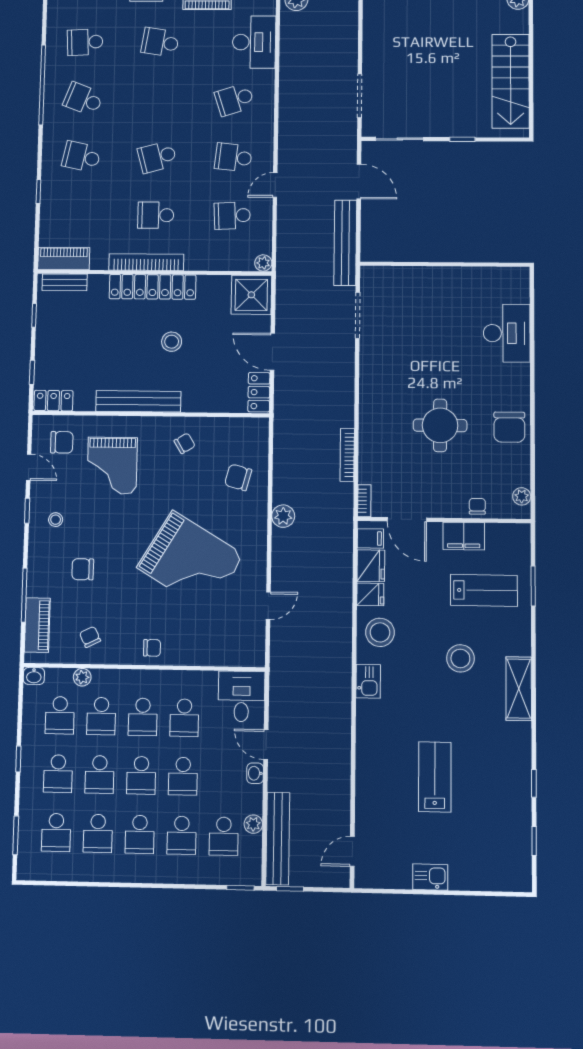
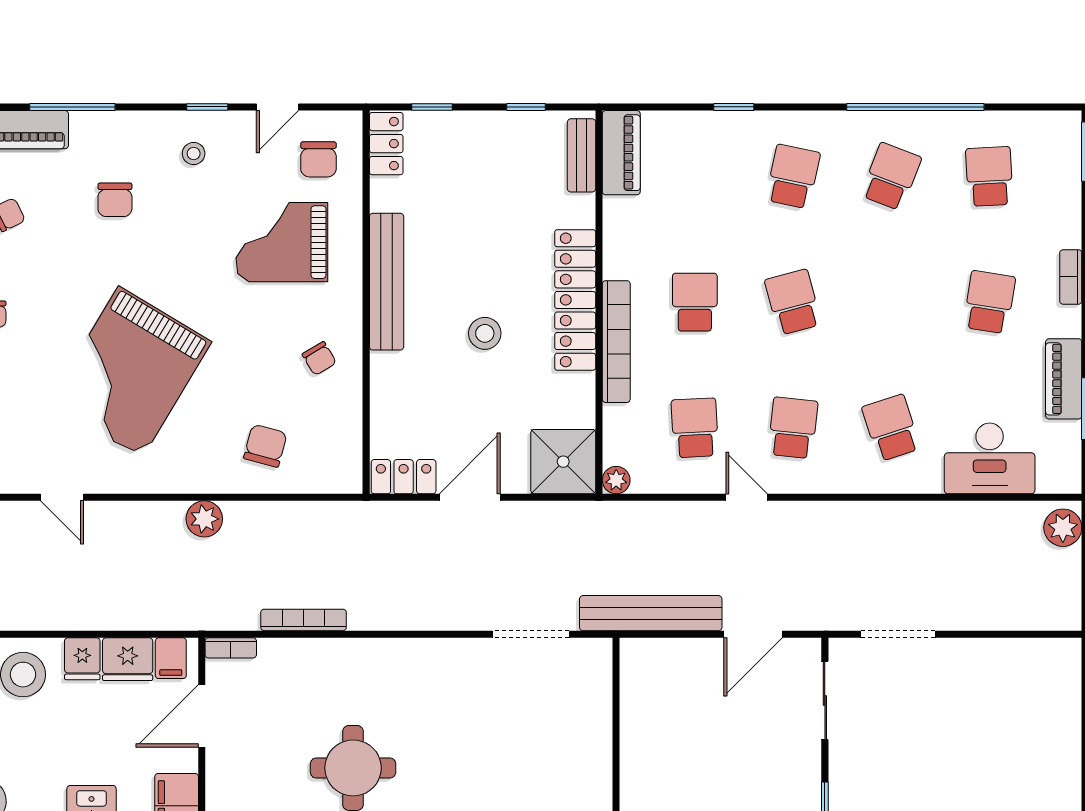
bookcase: (146, 262) -> (616, 342), moved
chair: (83, 569) -> (115, 200), turned 180

